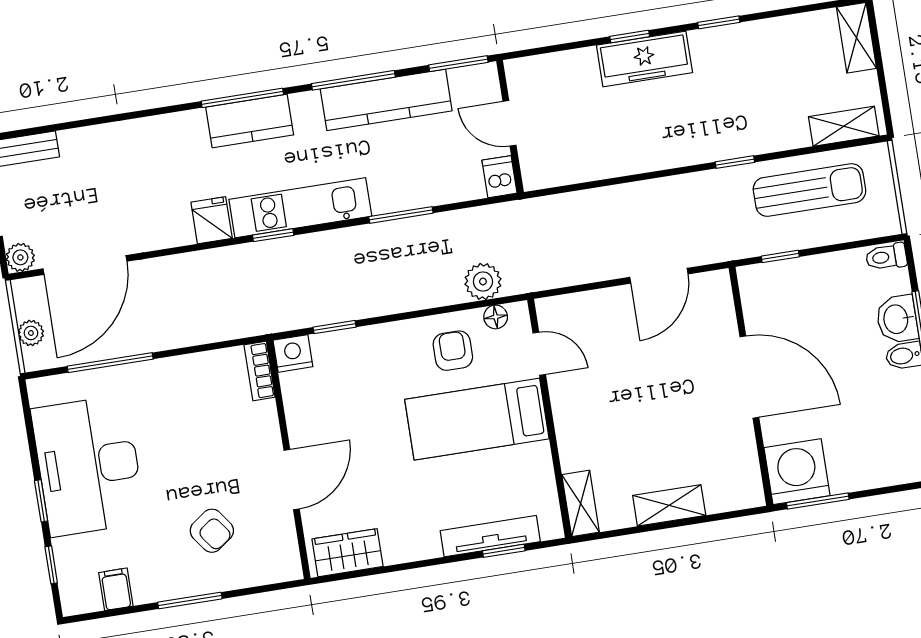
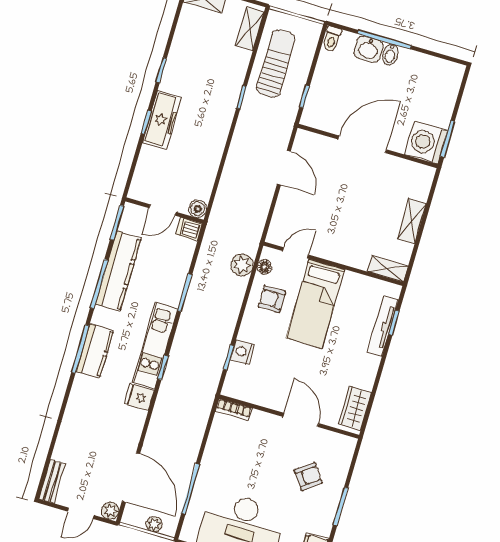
boiler: (536, 175) -> (198, 209), added
nightstand: (293, 353) -> (243, 352), moved

